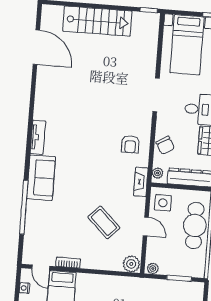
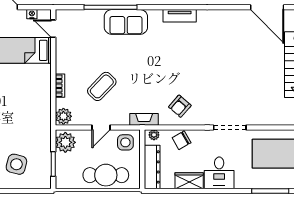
door: (36, 47) -> (267, 7), hinge flipped
armchair: (130, 144) -> (180, 106), turned -49
sofa: (41, 178) -> (126, 22), moved
bookcase: (68, 263) -> (60, 86), moved
door: (41, 267) -> (53, 29), hinge flipped
plant: (153, 269) -> (65, 142), width x1.88, depth x1.88

